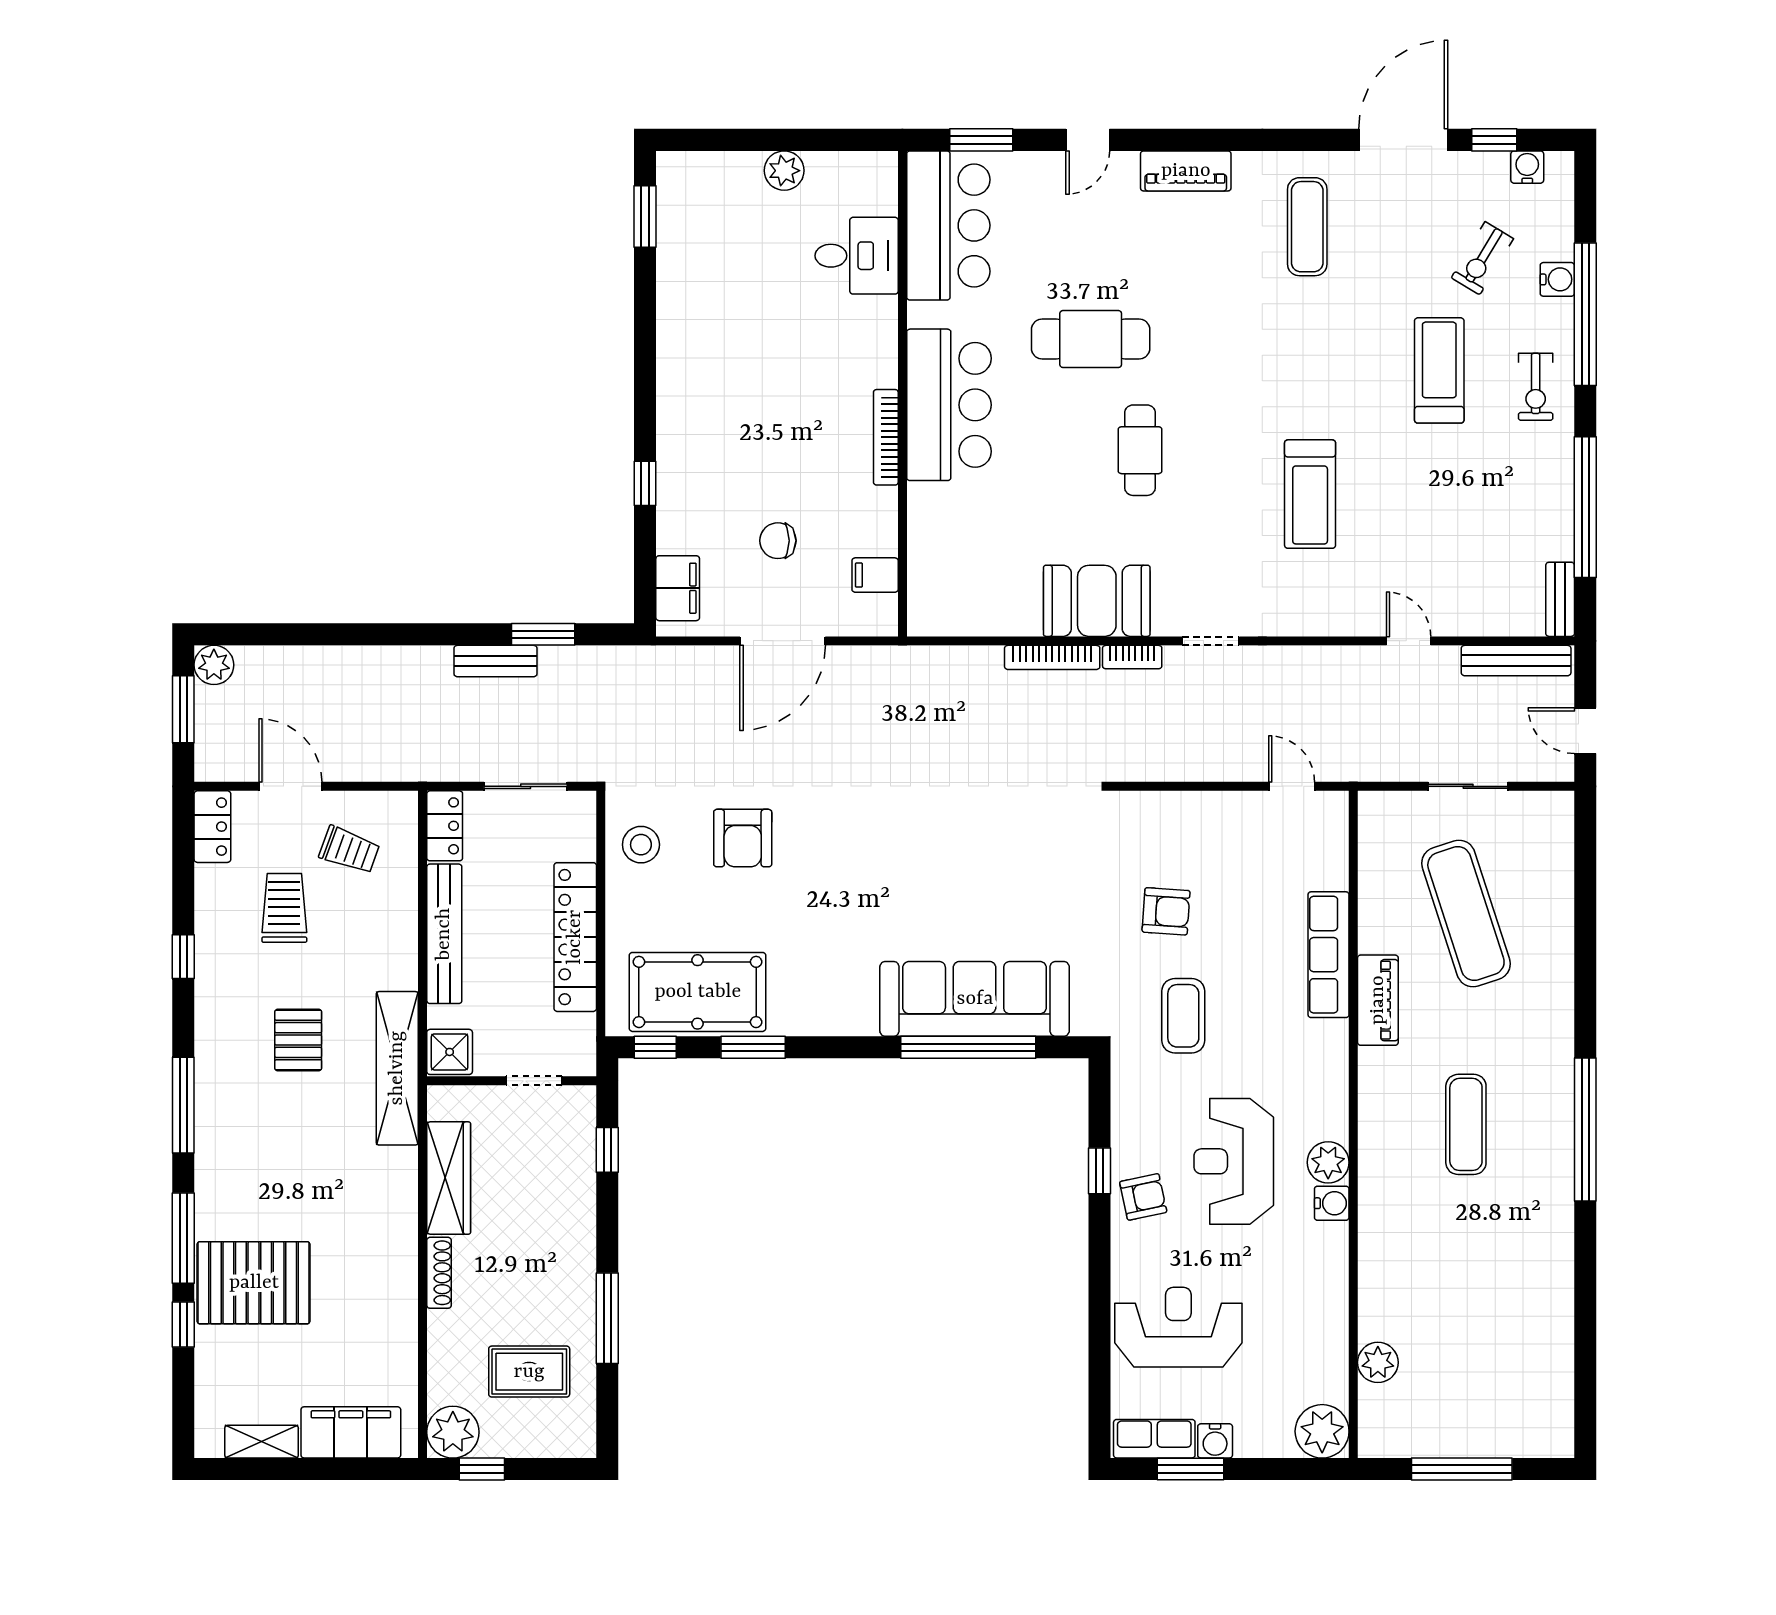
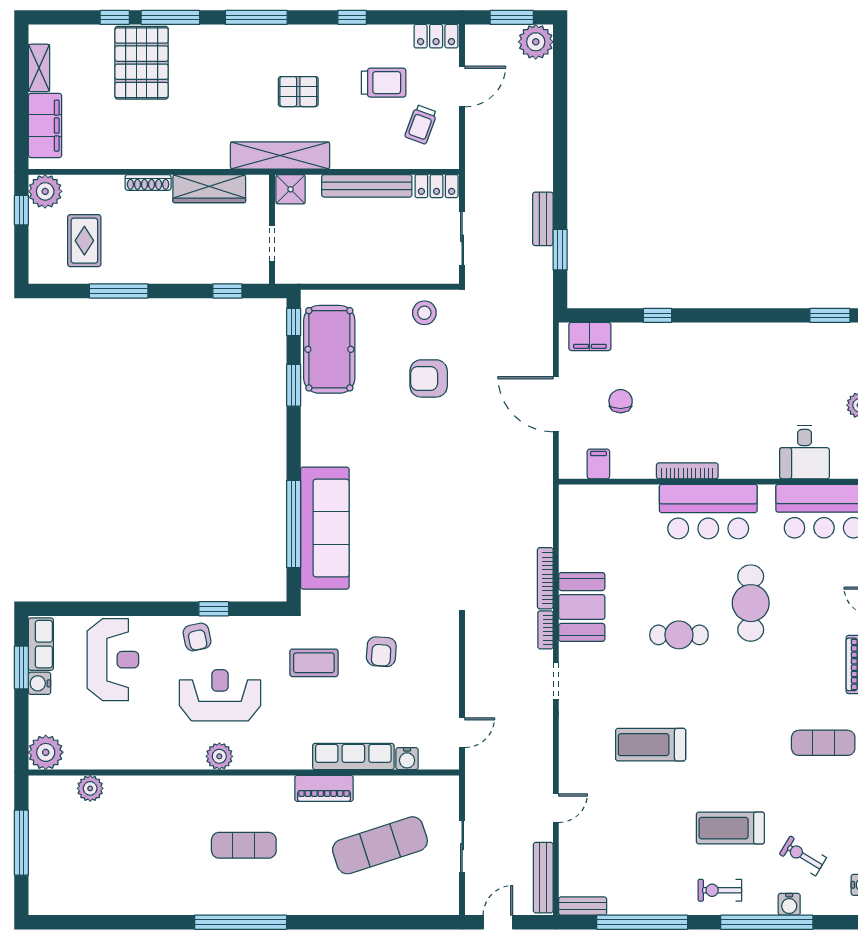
treadmill: (1439, 370) -> (730, 828), turned 180
plant: (214, 665) -> (536, 42), width x1.36, depth x1.36
locker: (575, 937) -> (365, 270), removed
water cooler: (1332, 1203) -> (407, 759), moved

